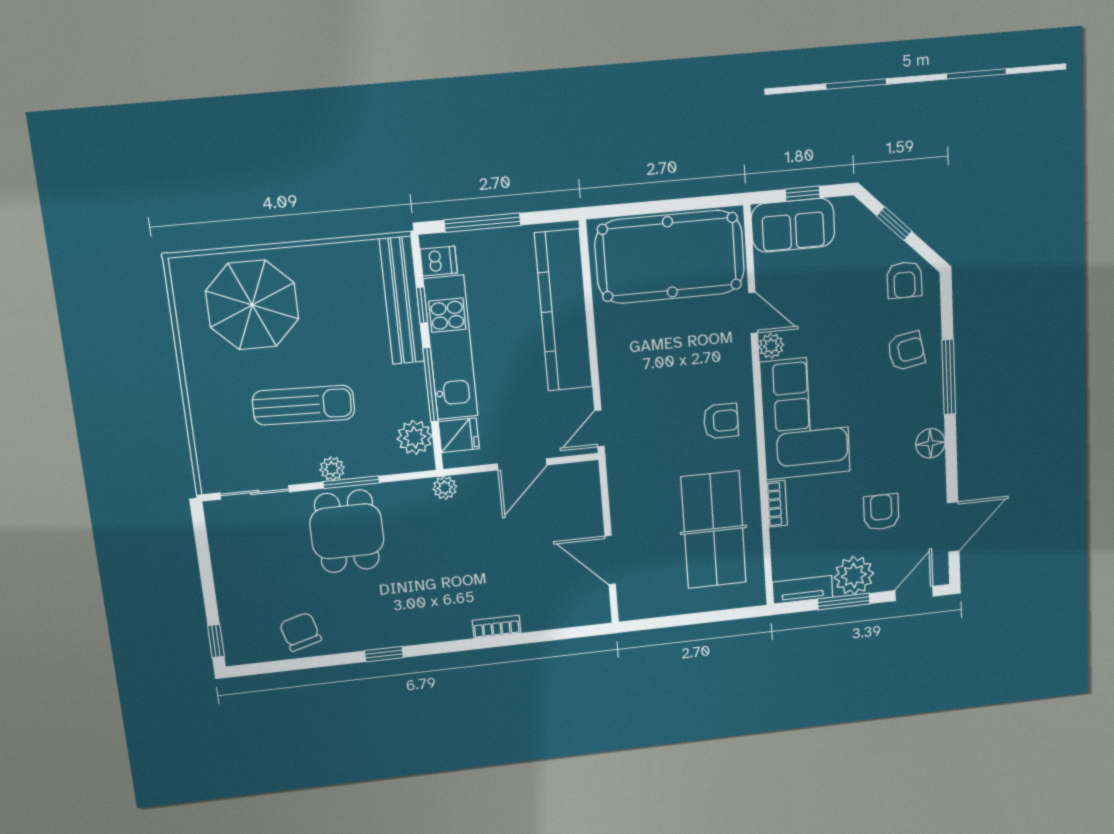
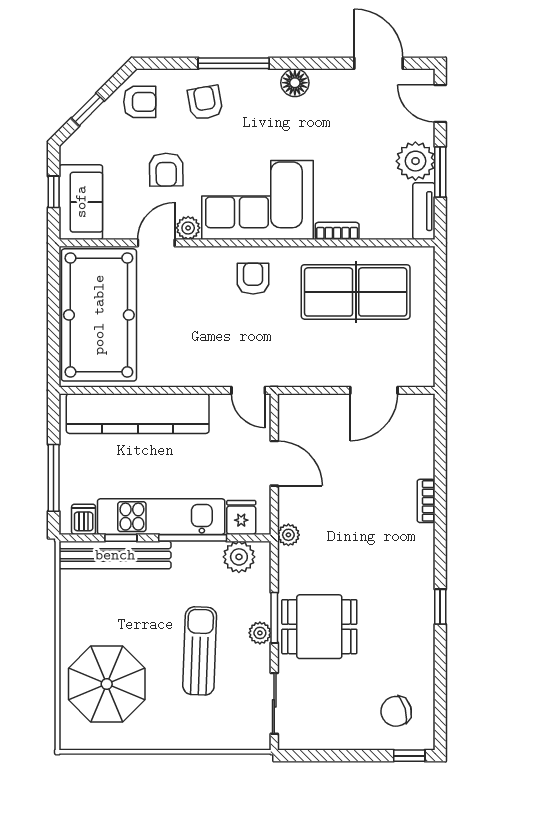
armchair: (881, 512) -> (166, 170), moved, turned -91
chair: (300, 632) -> (396, 711), moved

